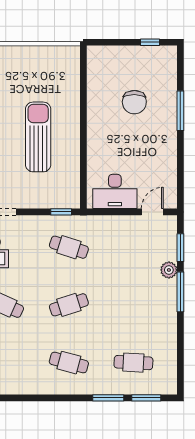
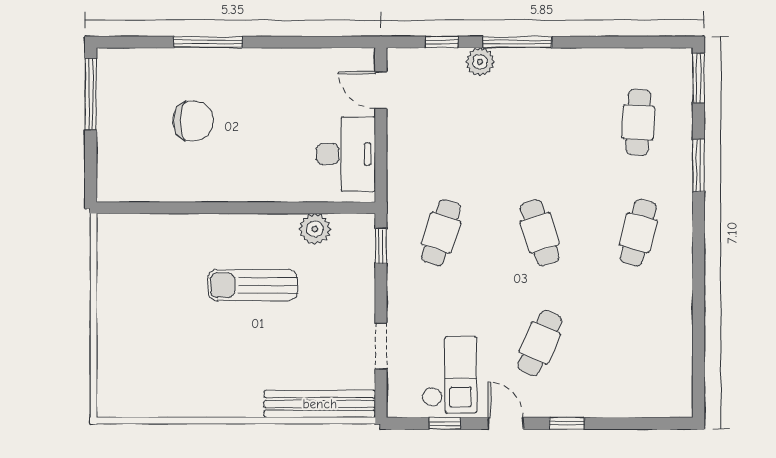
window: (150, 42) -> (91, 94), width x2.17
sun lounger: (38, 137) -> (253, 285), width x0.73, depth x0.75
plant: (71, 173) -> (315, 229), added
window: (180, 248) -> (442, 42), width x0.67
window: (146, 398) -> (699, 78), moved

